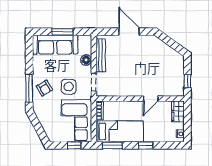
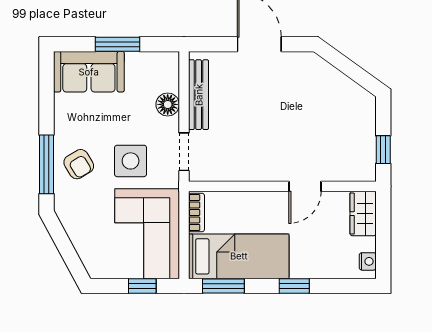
sofa: (55, 45) -> (89, 72), width x0.73

